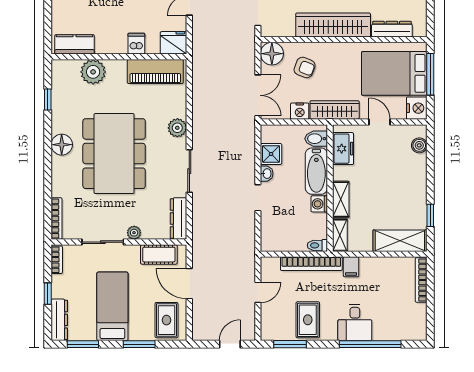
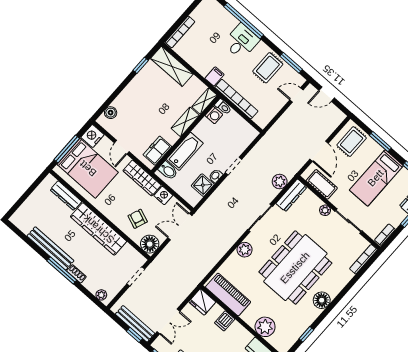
washing machine: (319, 204) -> (214, 115), moved
plant: (201, 222) -> (280, 182), added
door: (258, 292) -> (296, 95), moved

